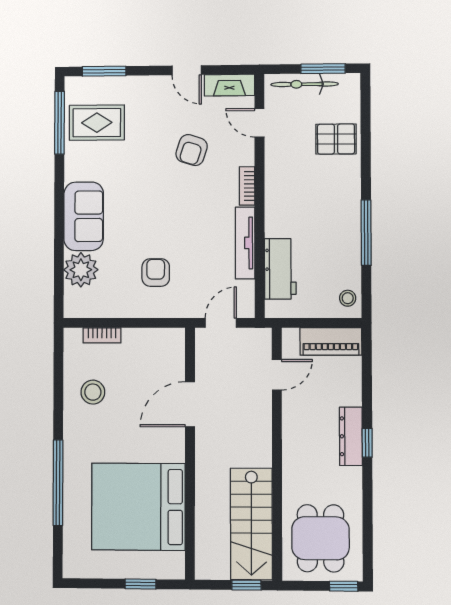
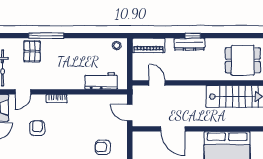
armchair: (192, 150) -> (37, 128), turned -108
window: (366, 233) -> (46, 36), moved
tv unit: (245, 243) -> (87, 100), removed
piano: (331, 341) -> (149, 45), moved, turned 90

